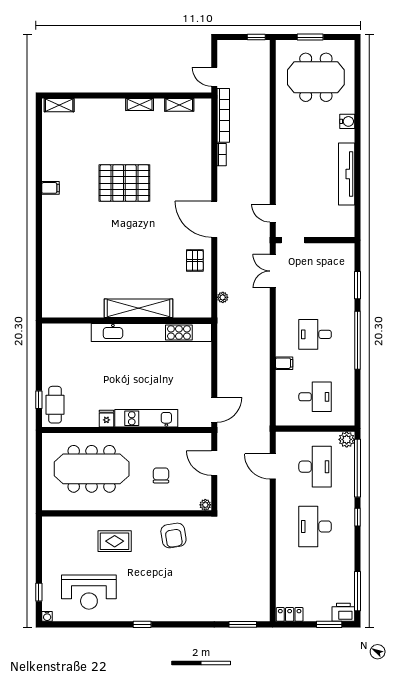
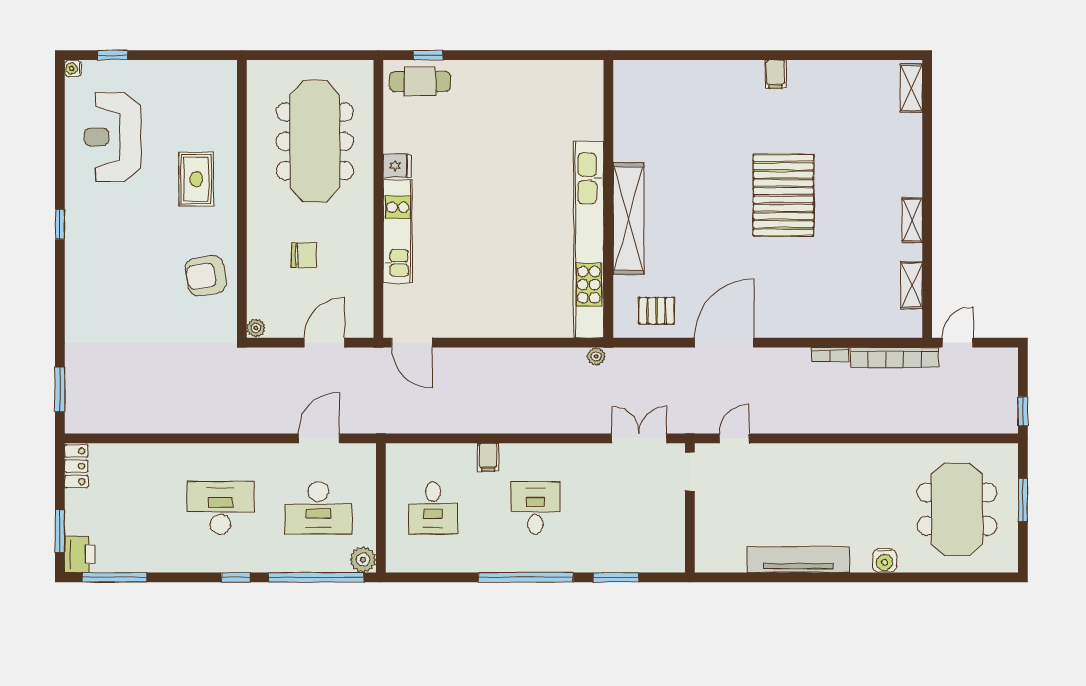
shelving: (139, 308) -> (628, 218), moved
wall: (127, 320) -> (608, 199), moved
kitchen unit: (151, 333) -> (589, 239), moved

